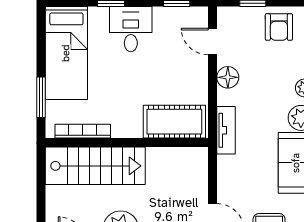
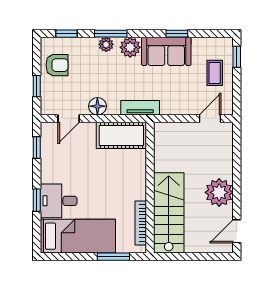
desk: (131, 29) -> (59, 201), moved
cot: (174, 122) -> (121, 135), moved, turned 90

